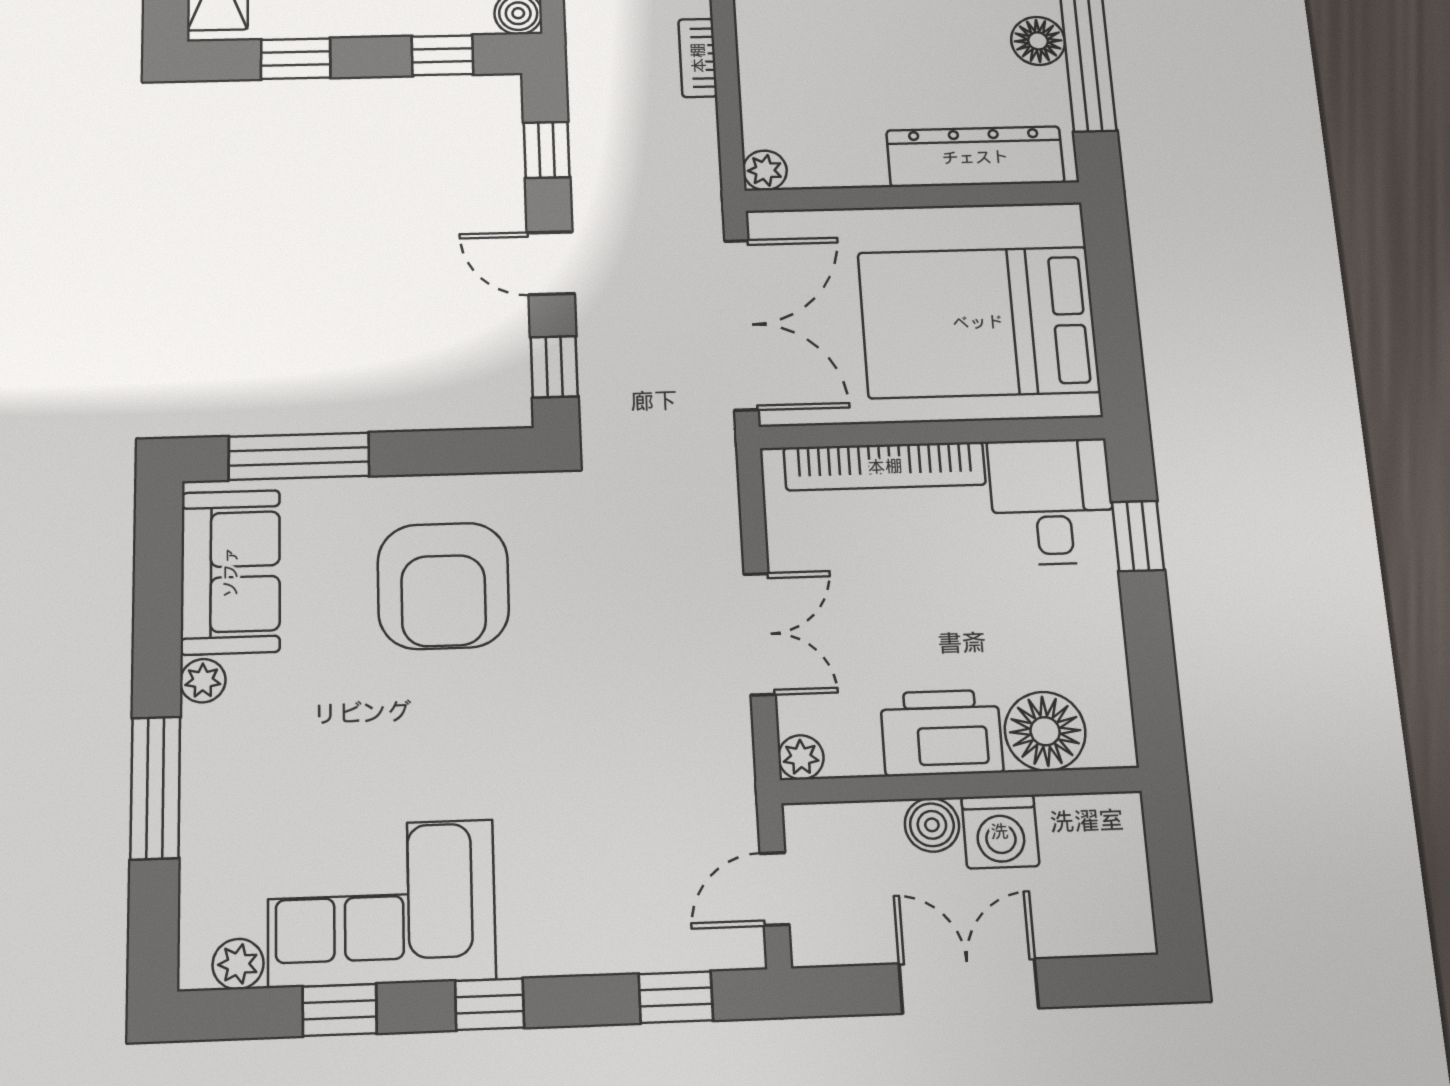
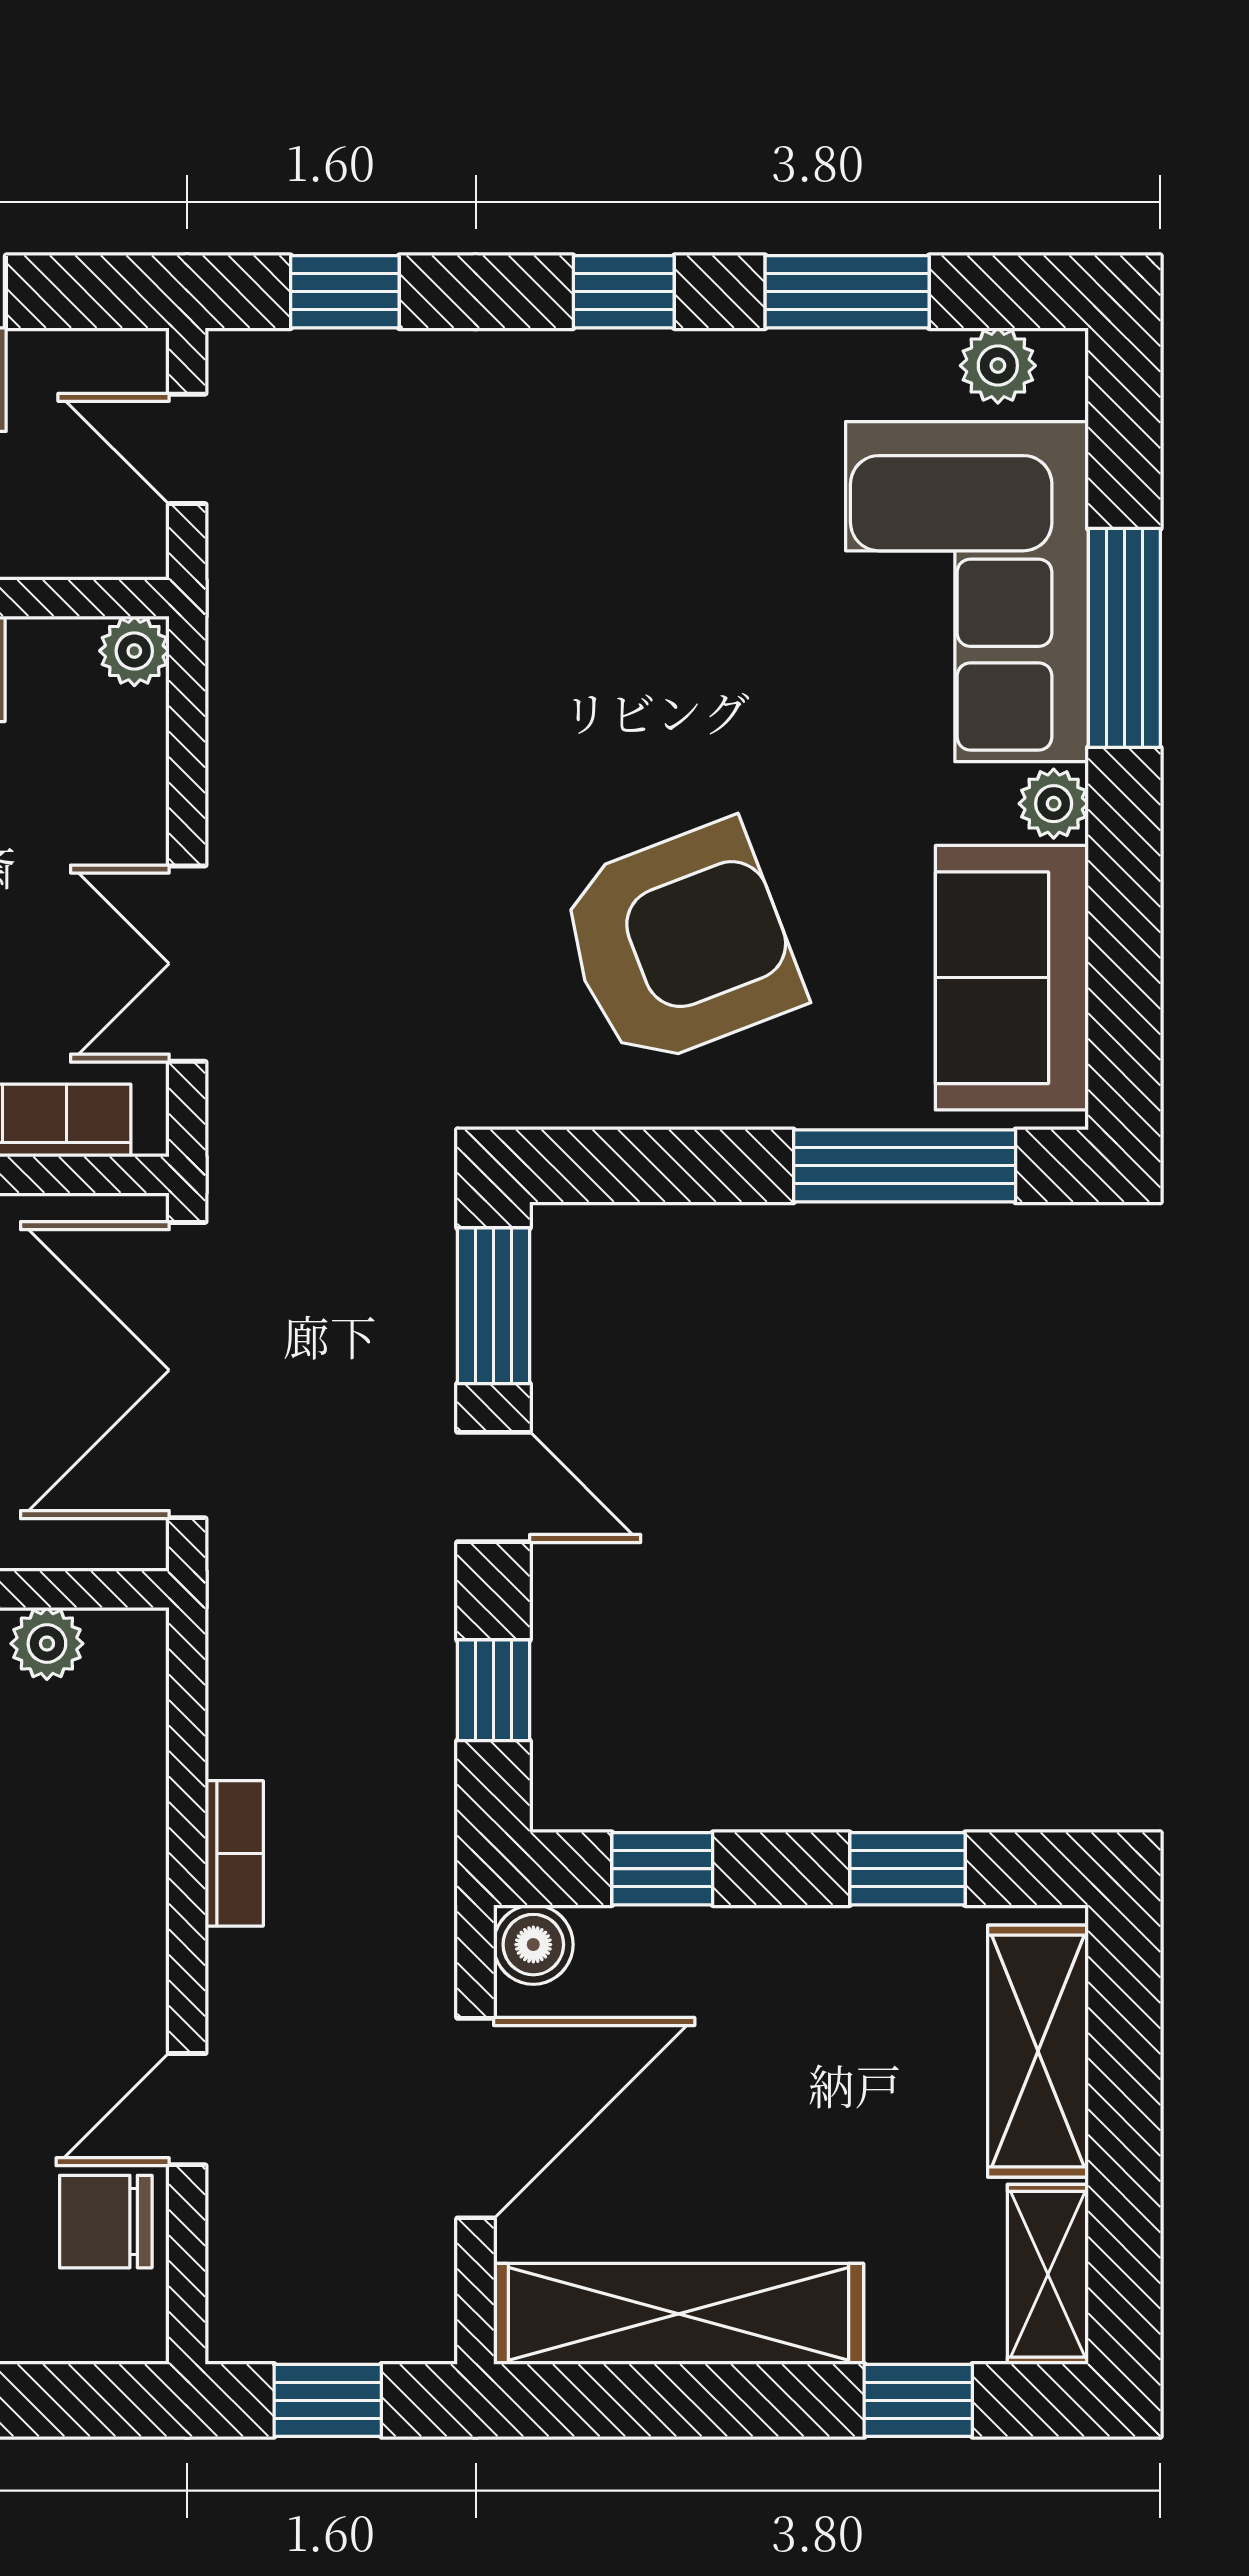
plant: (765, 170) -> (47, 1644), moved
window: (554, 367) -> (494, 1306), width x1.50
armchair: (443, 586) -> (680, 944), turned 69
double door: (760, 634) -> (187, 964), moved
door: (774, 889) -> (187, 449), swing flipped
corner sofa: (381, 903) -> (967, 592), moved, turned 90
window: (340, 1010) -> (847, 292), width x1.50

